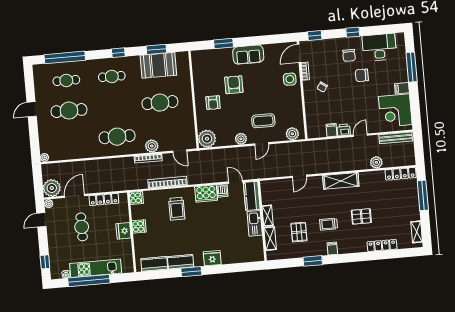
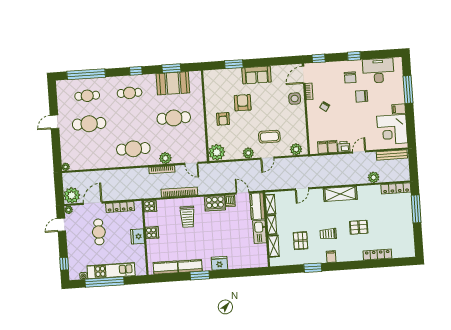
filing cabinet: (321, 131) -> (323, 147), added
shelving: (417, 232) -> (270, 204), moved

